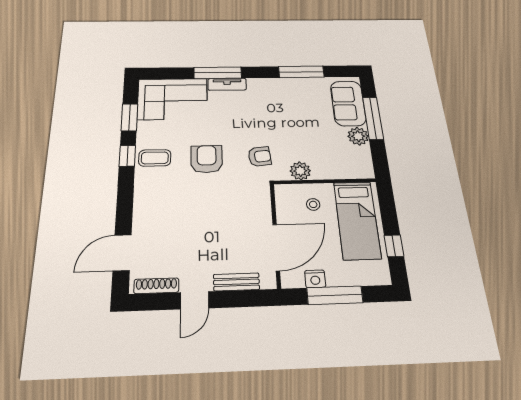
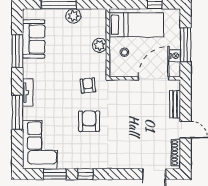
tv unit: (227, 84) -> (28, 93), moved
sofa: (348, 103) -> (34, 39), moved, turned -90
coffee table: (155, 158) -> (87, 156), removed
armchair: (207, 159) -> (89, 121), turned 90
plant: (300, 171) -> (100, 45), moved
door: (276, 247) -> (154, 78), hinge flipped

